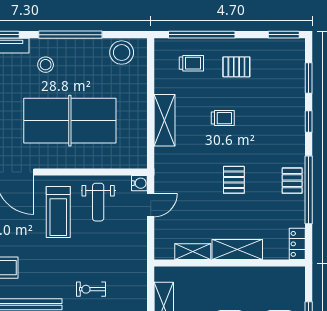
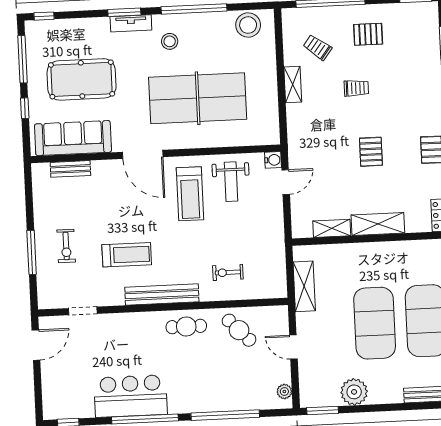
trolley: (191, 63) -> (317, 47), moved, turned -143
shelving: (164, 120) -> (293, 85), width x0.67, depth x0.75

